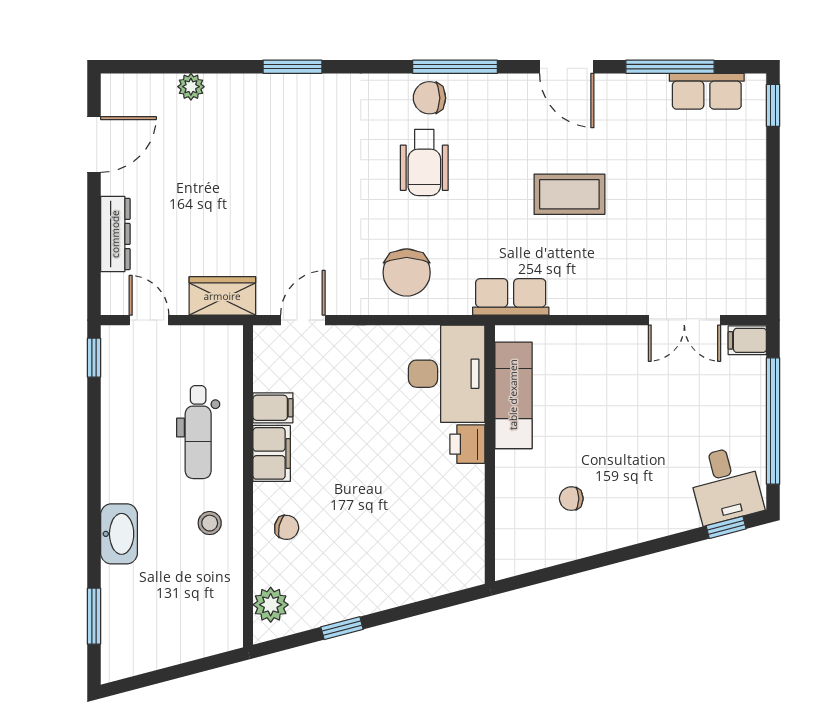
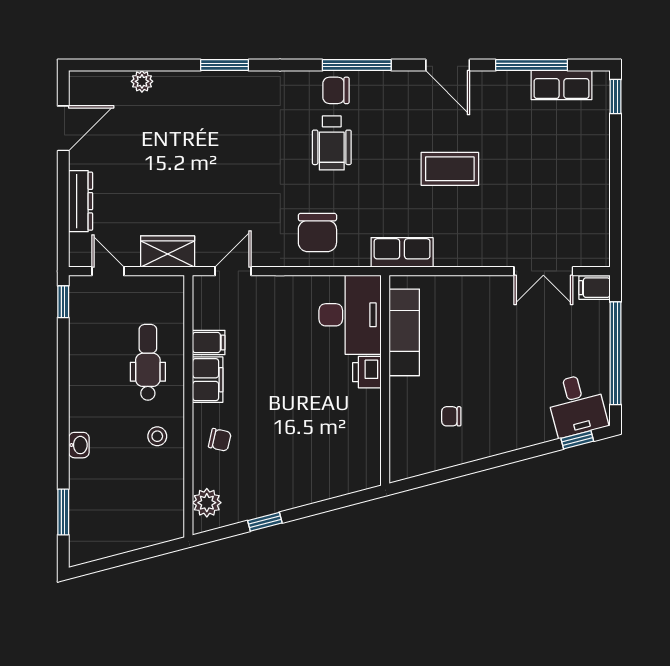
dental chair: (198, 432) -> (148, 362), turned 180
washbasin: (119, 534) -> (79, 445), width x0.52, depth x0.69

